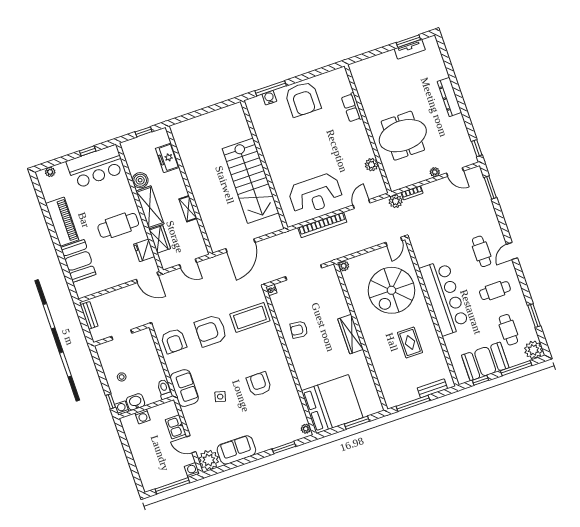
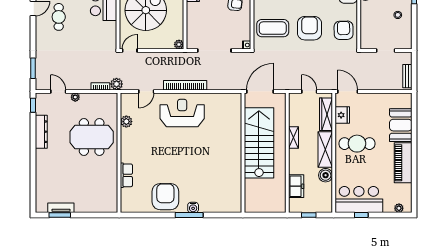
dresser: (450, 97) -> (41, 132), moved
wall: (264, 165) -> (243, 153), moved
stairs: (250, 181) -> (259, 143), moved
wardrobe: (160, 239) -> (326, 114), width x1.50
armchair: (211, 331) -> (309, 28), turned -90

